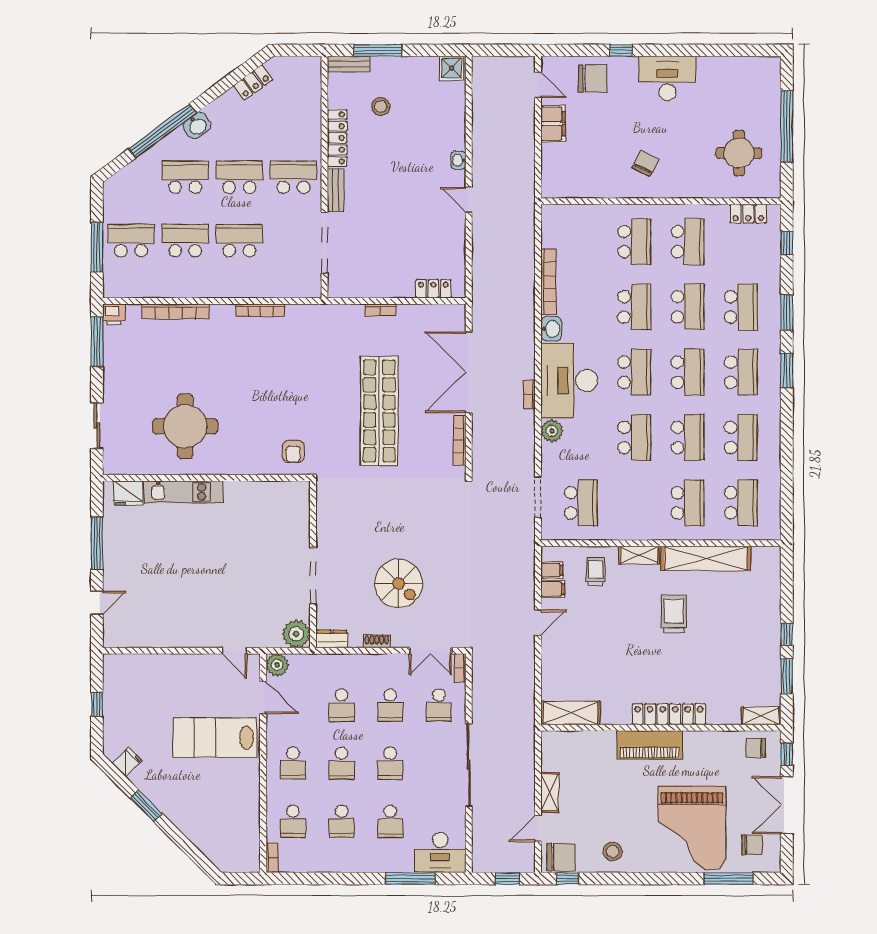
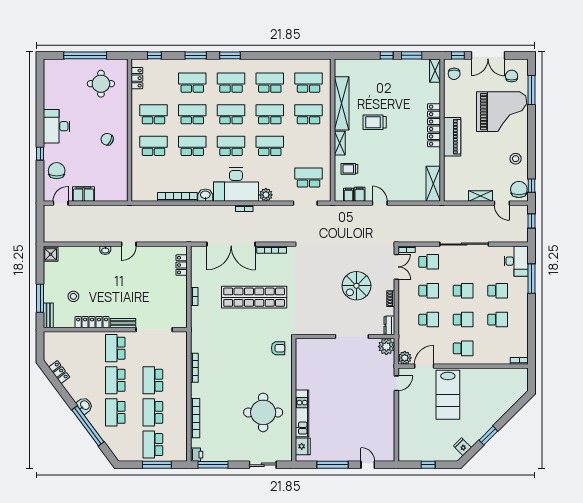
spiral stairs: (399, 583) -> (356, 286), turned 180
school desk: (293, 821) -> (498, 348), removed

